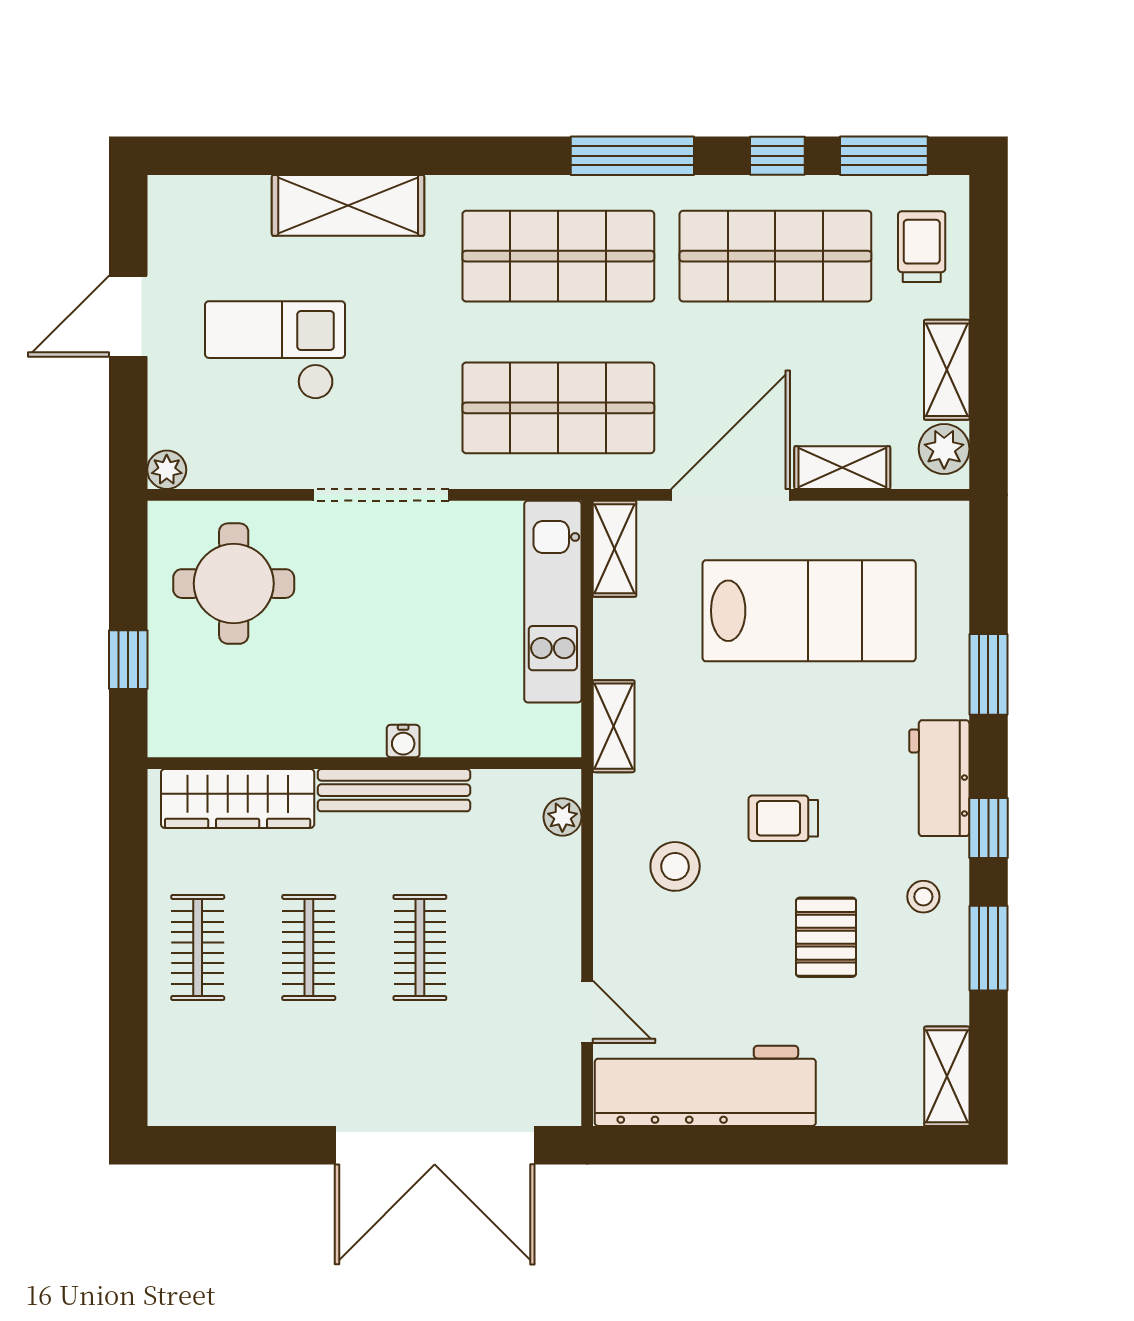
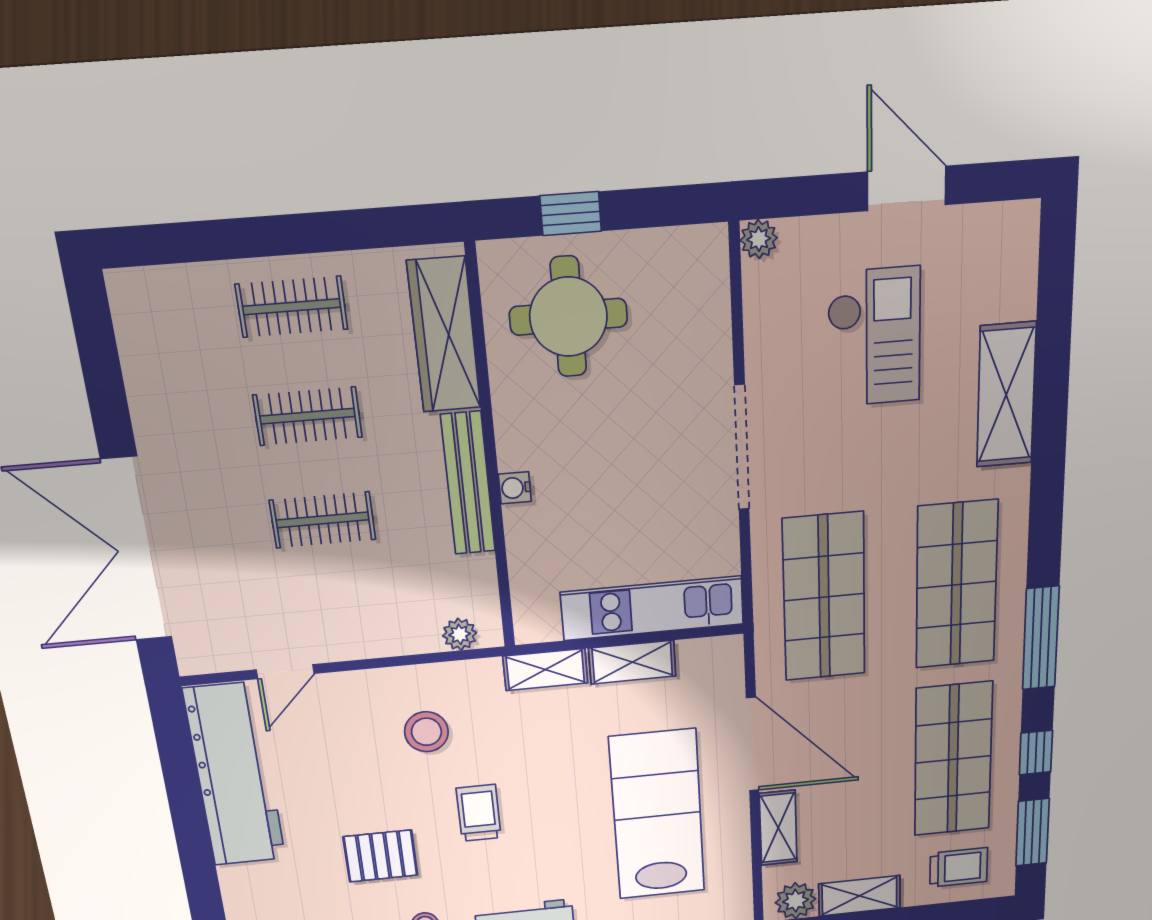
shelving: (615, 549) -> (632, 662), moved
round table: (234, 584) -> (568, 317), moved
lab bench: (809, 611) -> (657, 815), turned 180

